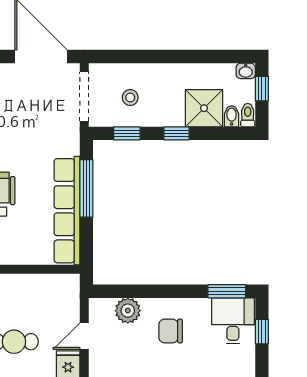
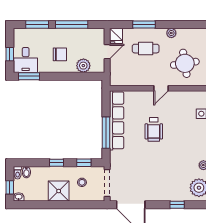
shower: (204, 108) -> (59, 191), moved

